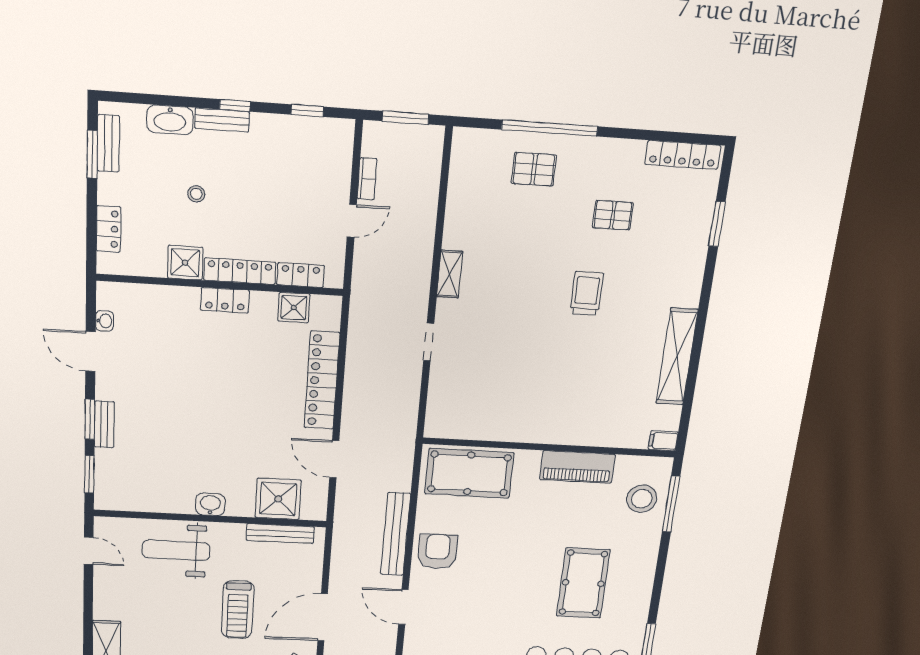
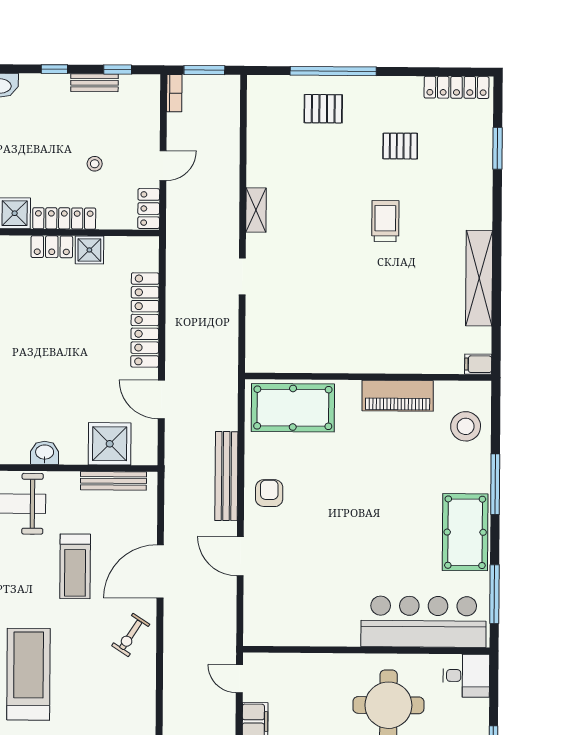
bench: (222, 120) -> (94, 83), moved
bookcase: (367, 179) -> (174, 93), moved
stool: (196, 194) -> (95, 164), moved
locker: (300, 275) -> (149, 209), moved, turned -90
shower: (294, 308) -> (89, 250), moved
window: (671, 504) -> (495, 484), moved
armchair: (437, 551) -> (269, 493), width x0.72, depth x0.72
pool table: (583, 583) -> (465, 532), moved

